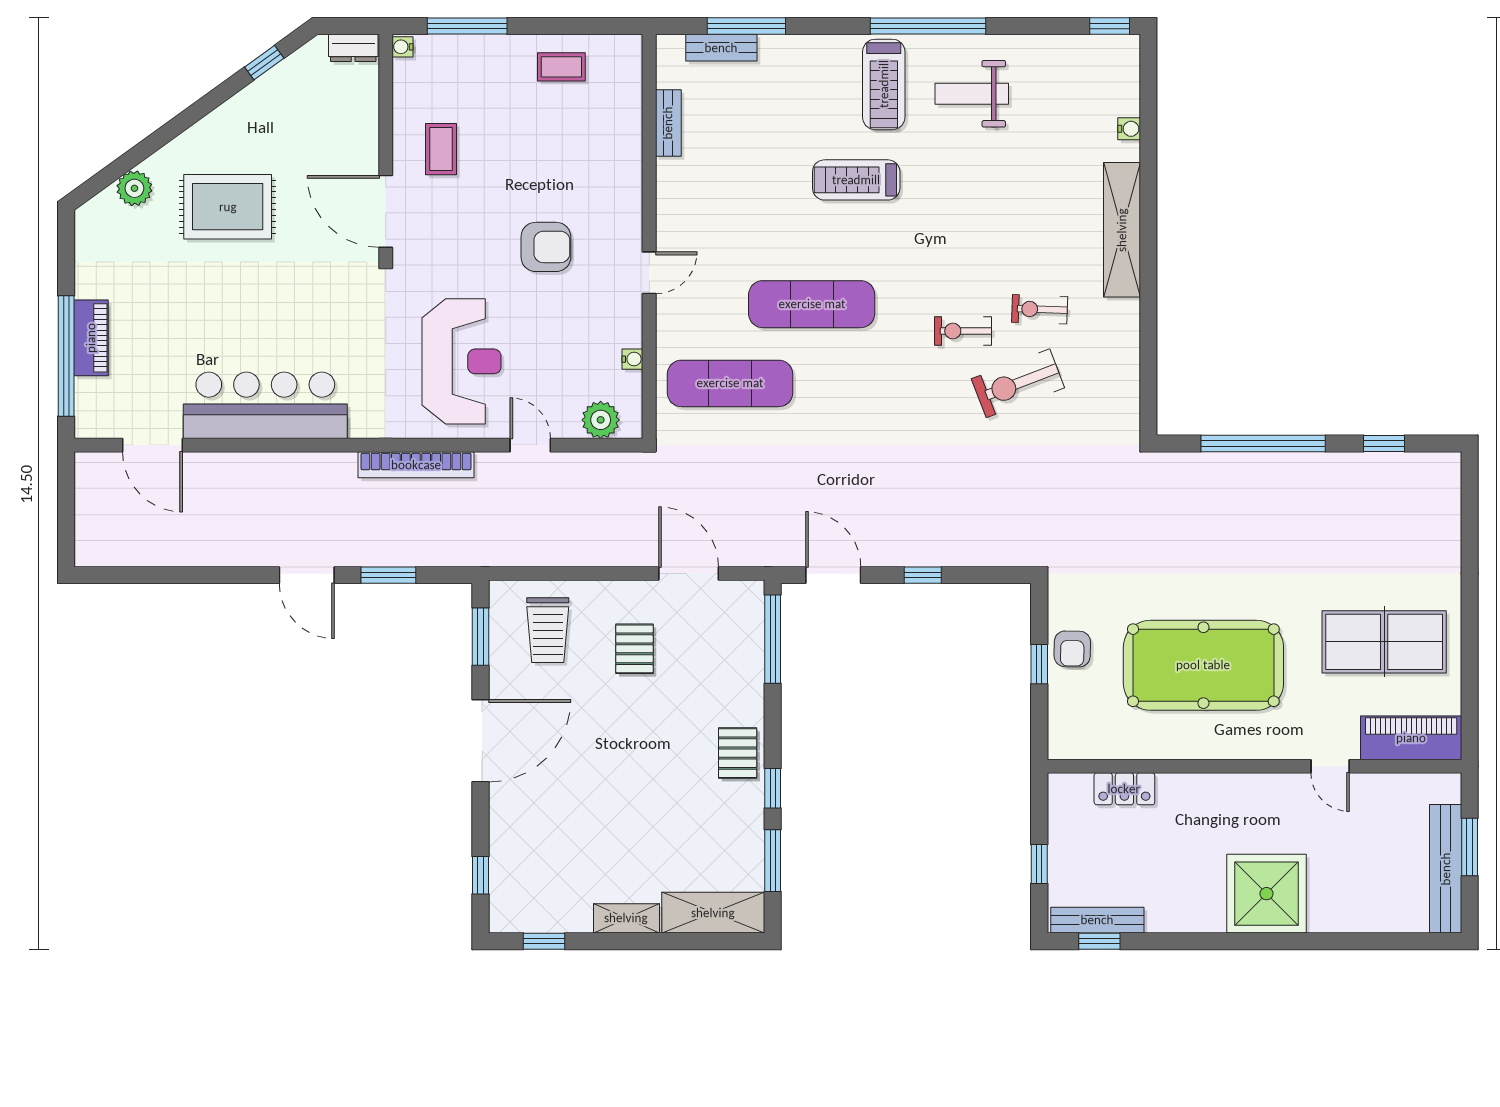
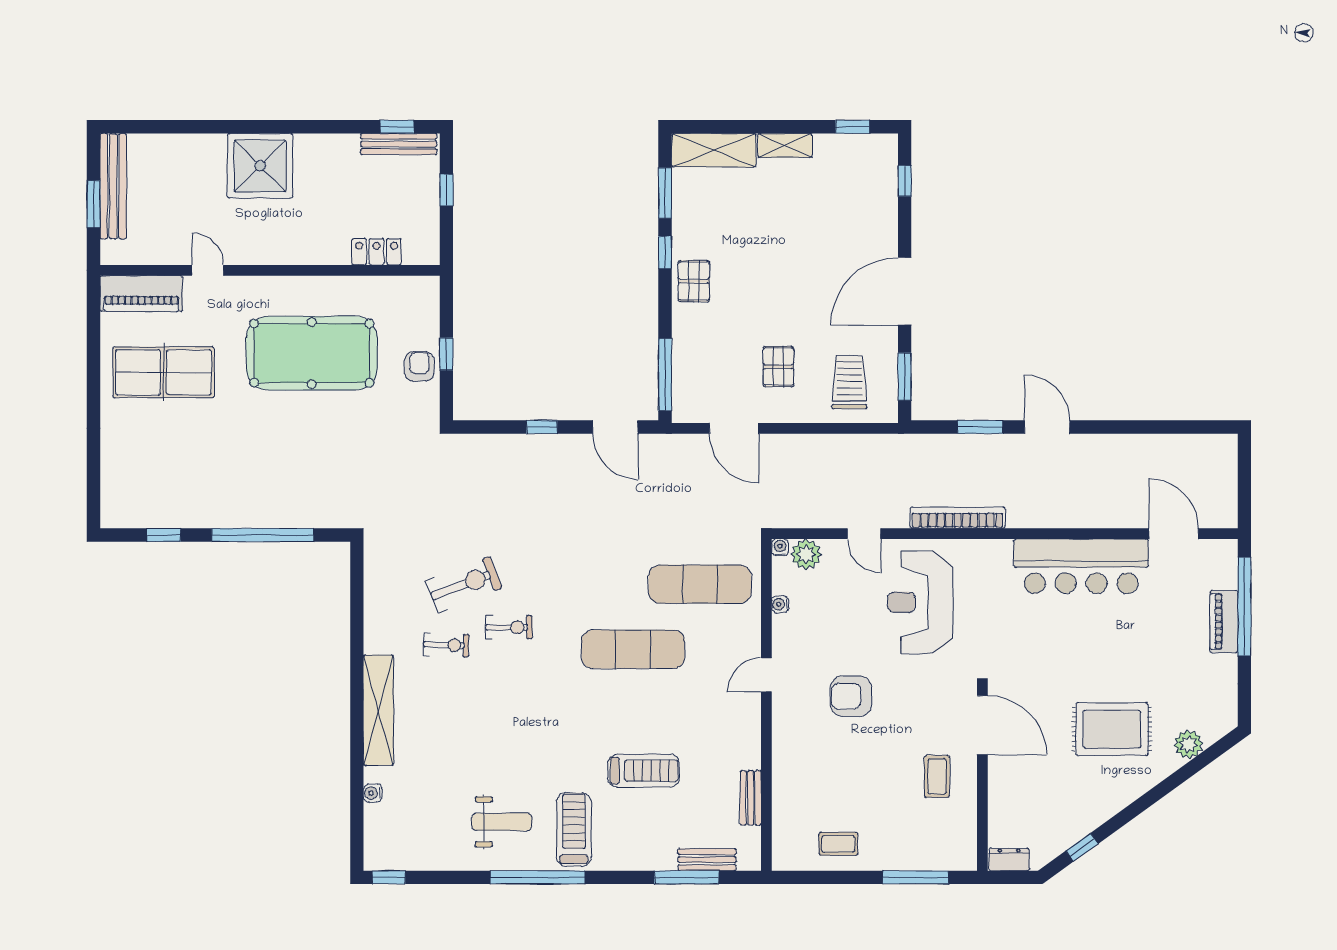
water cooler: (402, 47) -> (780, 547), moved, turned -90
treadmill: (856, 180) -> (644, 771), moved

